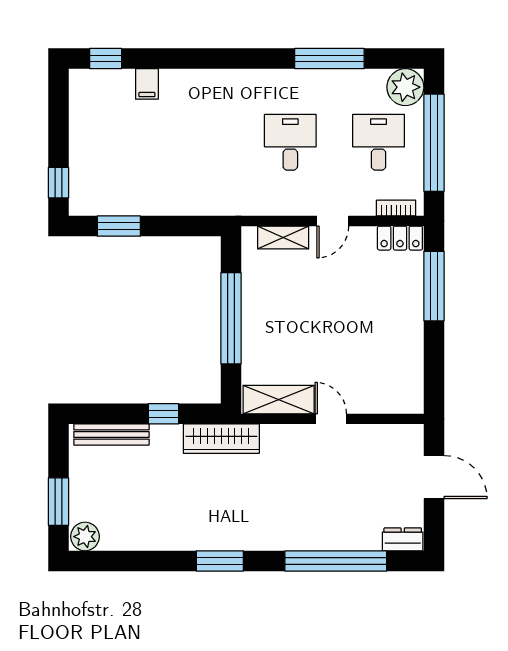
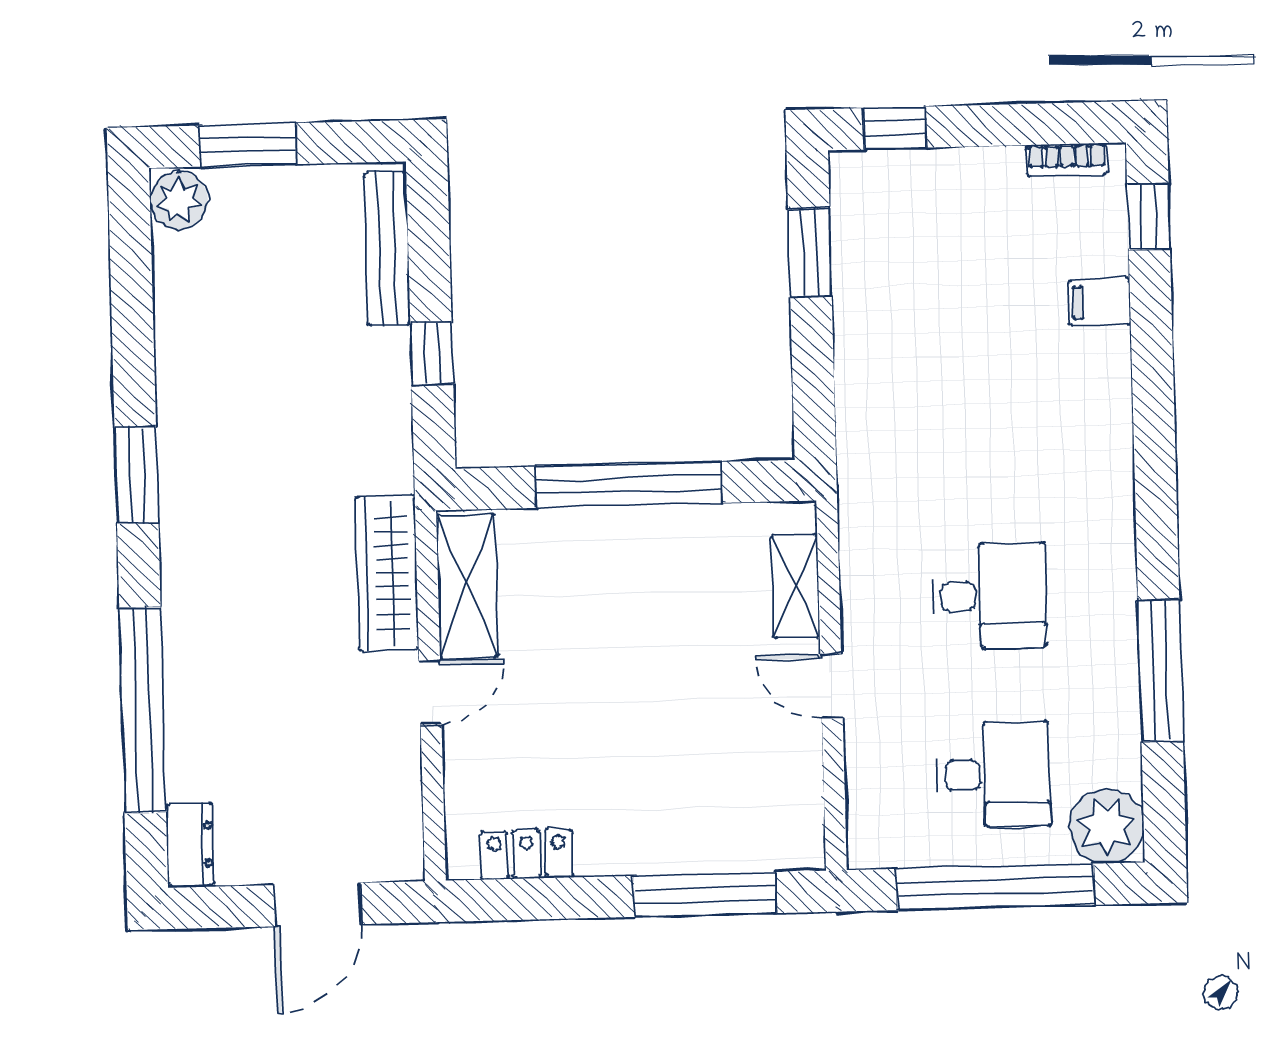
bookcase: (396, 208) -> (1067, 160), moved, turned 90
locker: (400, 238) -> (527, 854), moved, turned 90
wardrobe: (221, 439) -> (387, 573), moved

